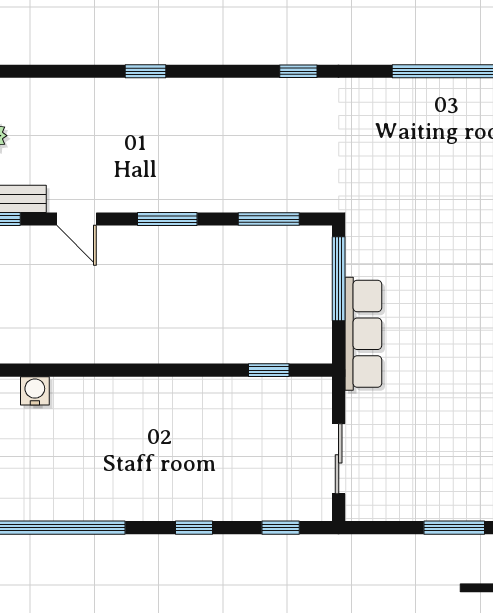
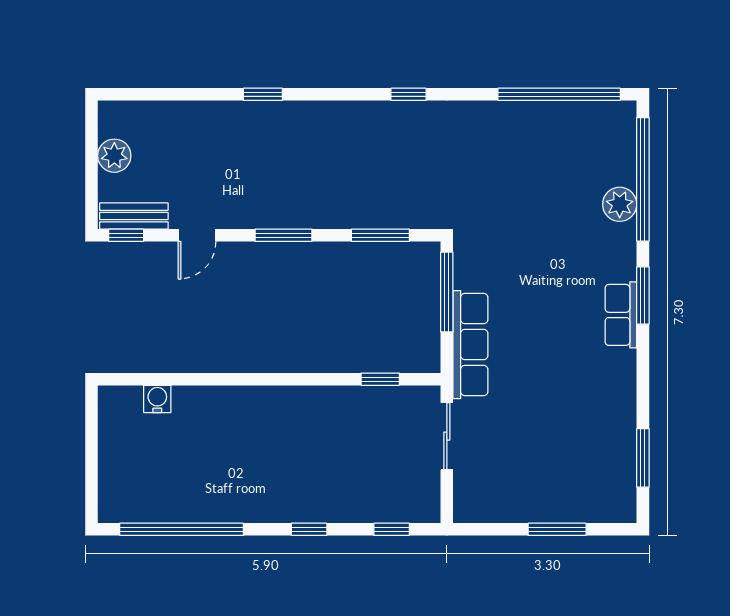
door: (77, 219) -> (197, 235), hinge flipped
sliding door: (339, 459) -> (447, 436), moved

